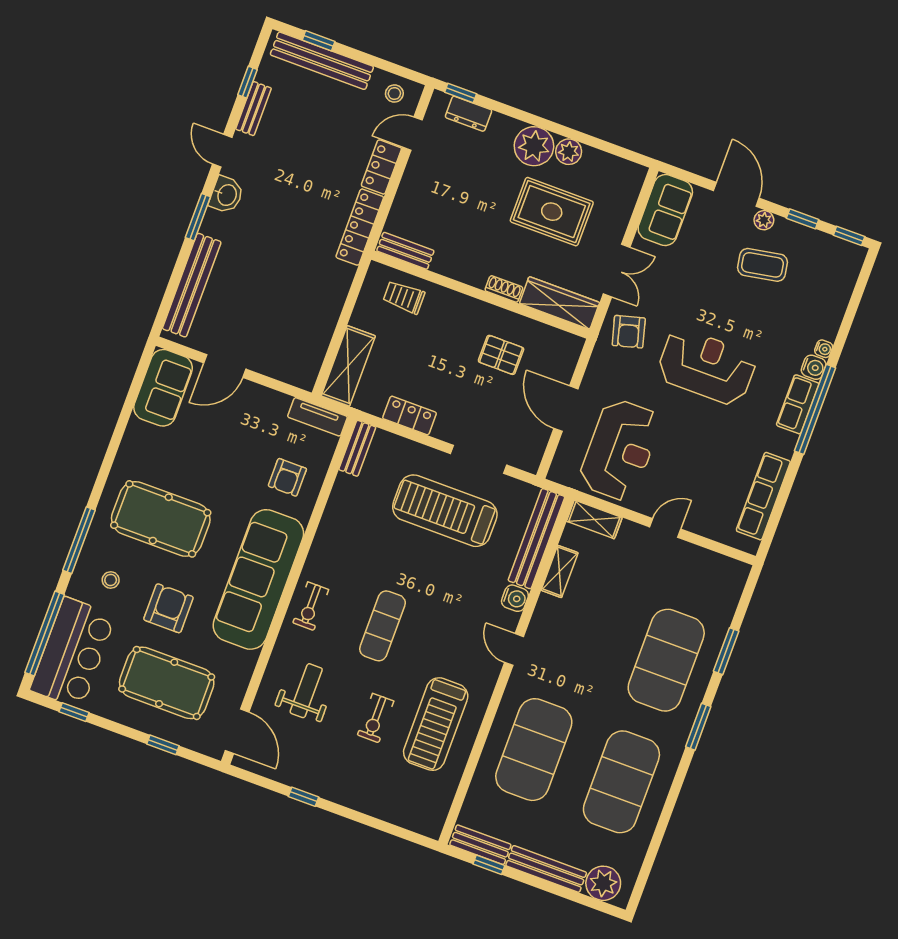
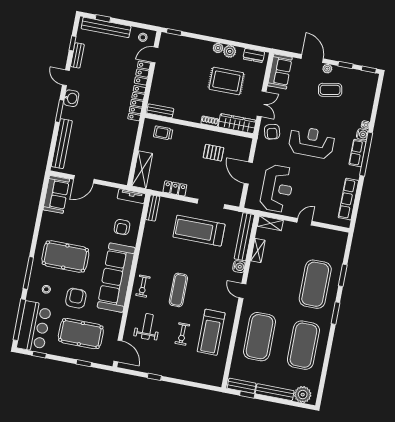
dresser: (469, 114) -> (254, 55), moved
plant: (534, 146) -> (218, 48), width x0.53, depth x0.53

